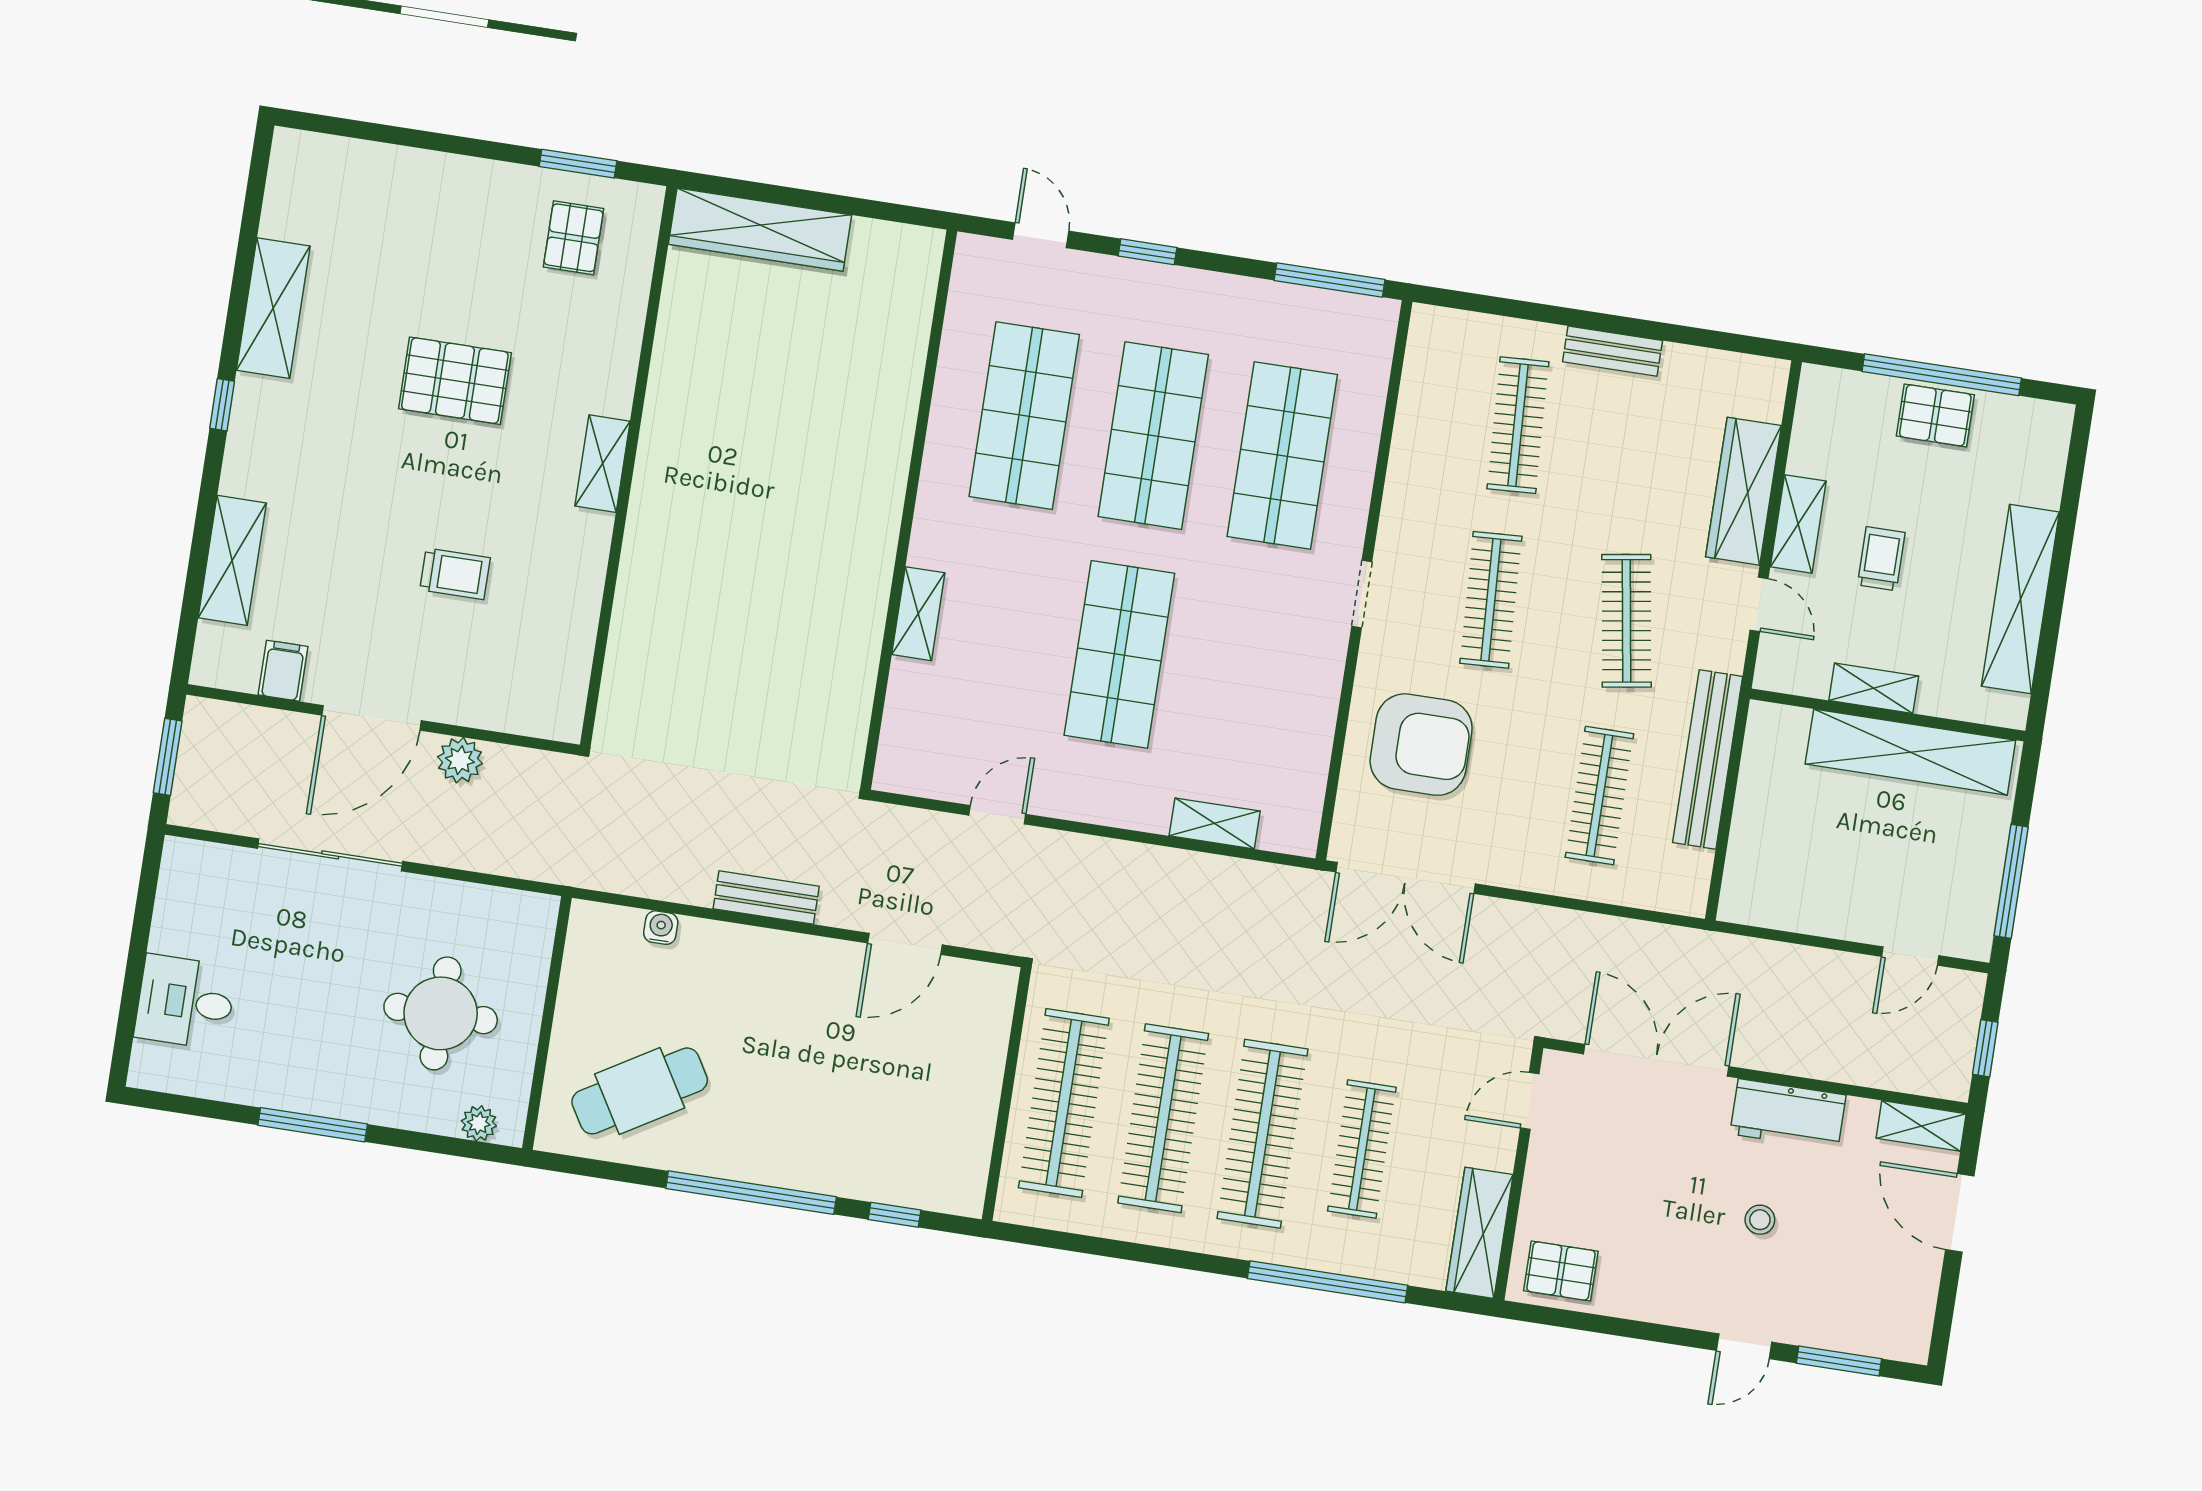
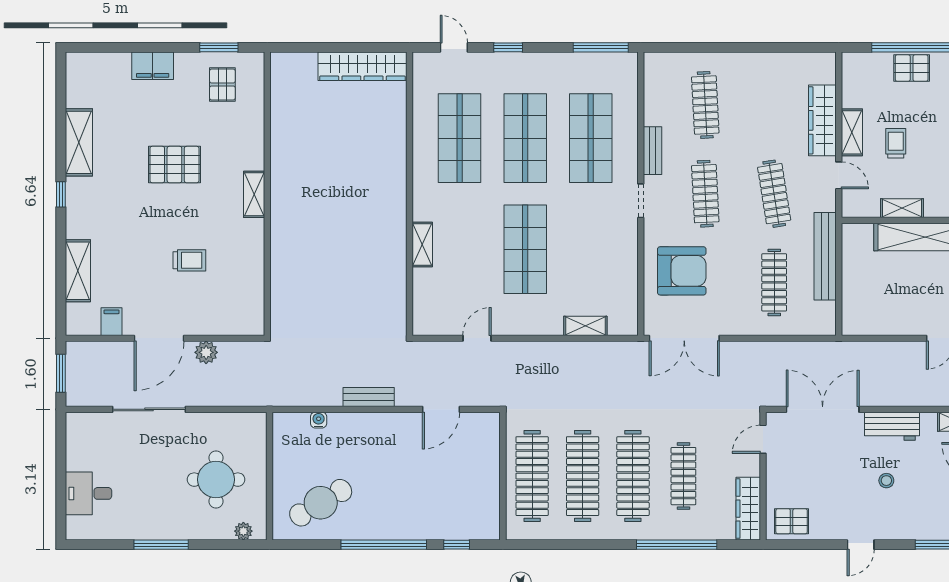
filing cabinet: (442, 179) -> (153, 66), added
wardrobe: (760, 230) -> (362, 66), moved
bench: (1613, 351) -> (653, 151), moved, turned 90
door: (1744, 1346) -> (861, 545), moved

